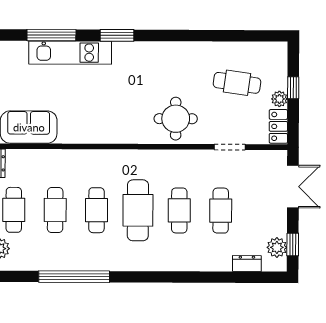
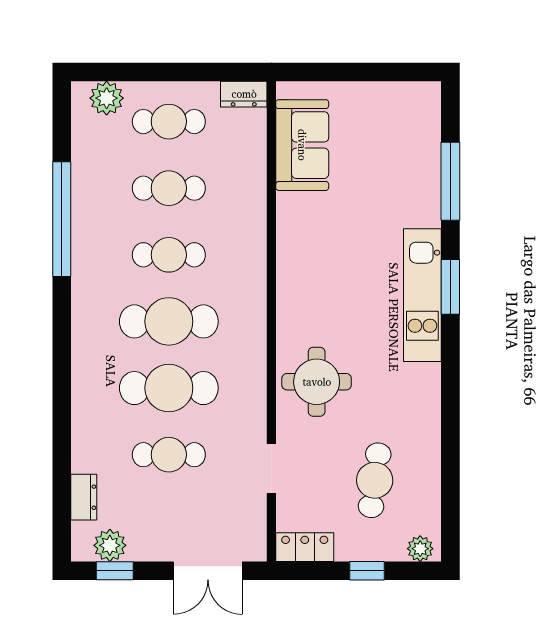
kitchen unit: (70, 53) -> (422, 295), moved
plant: (279, 99) -> (420, 549), moved
cafe table: (179, 210) -> (169, 388), width x1.37, depth x1.35

